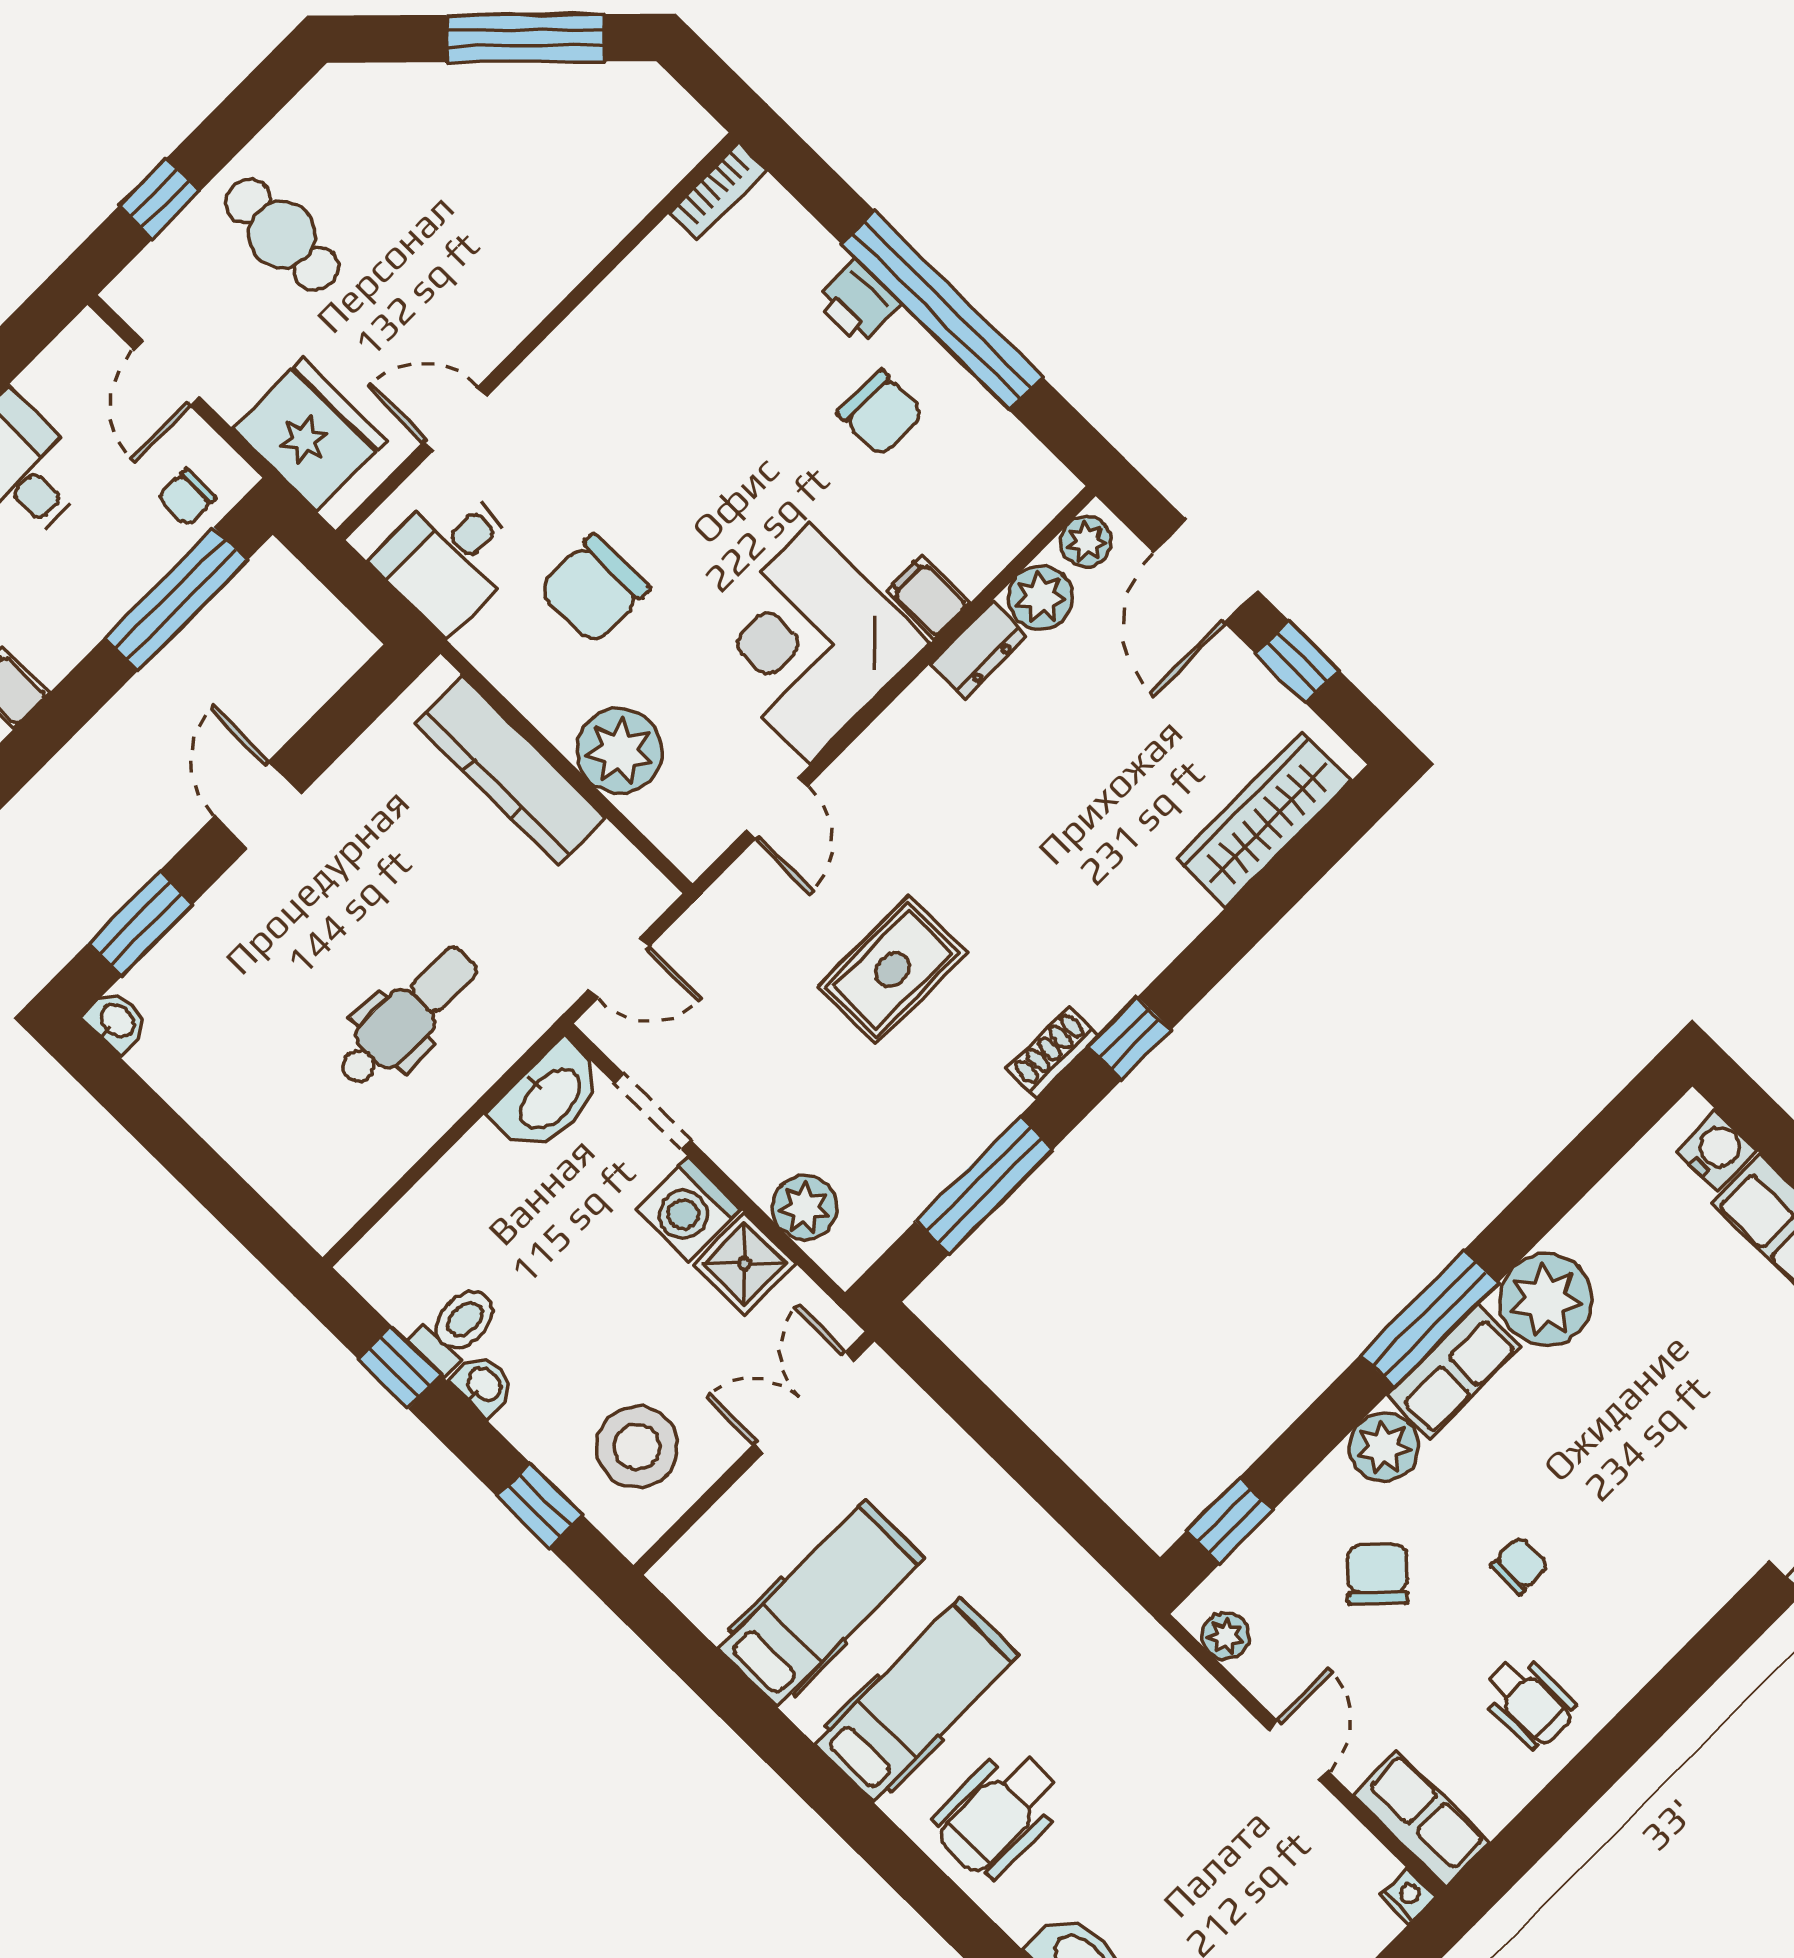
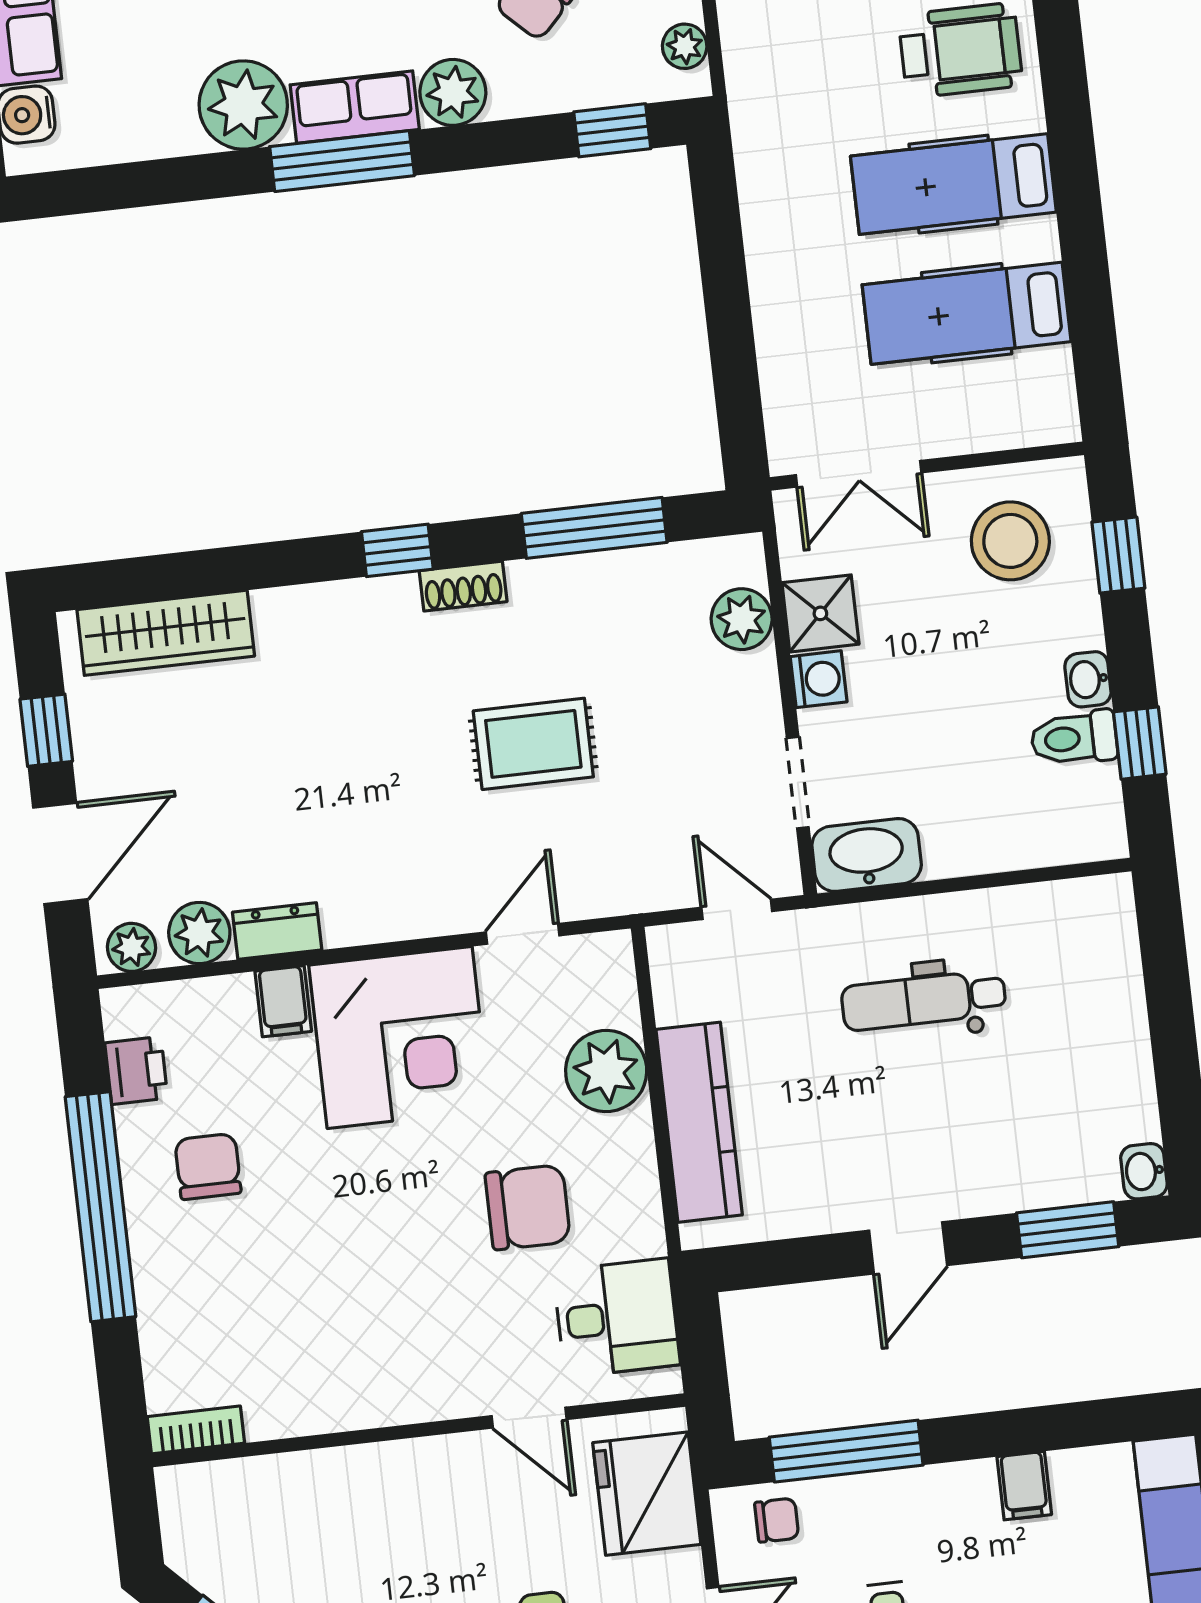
printer: (858, 302) -> (136, 1070), moved
washing machine: (688, 1209) -> (819, 679), width x0.73, depth x0.73

